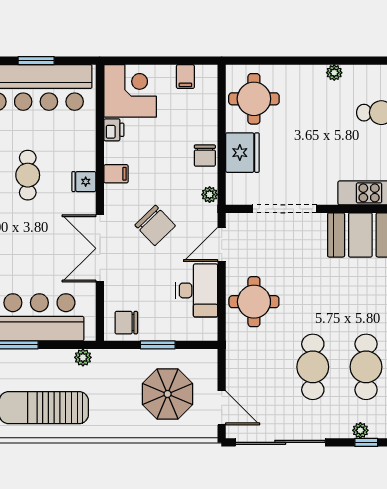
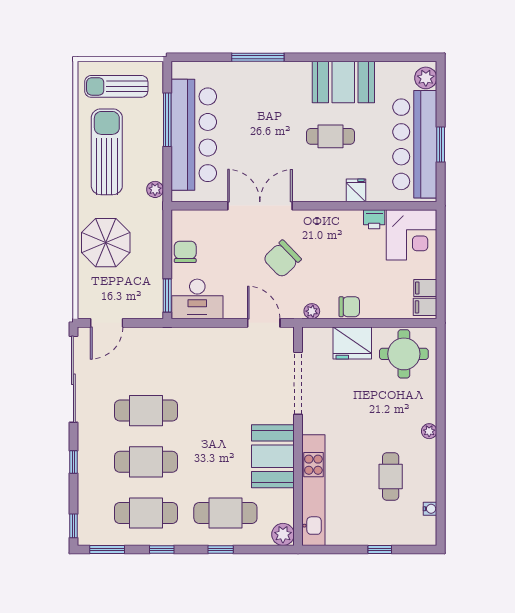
chair: (205, 156) -> (349, 307), turned 180
filing cabinet: (116, 174) -> (425, 307), moved, turned 90
fridge: (84, 182) -> (356, 190), moved
desk: (197, 290) -> (197, 299), moved
round table: (254, 302) -> (209, 354), removed
chair: (126, 323) -> (185, 252), moved
window: (158, 345) -> (167, 296), moved
parasol: (168, 394) -> (106, 243), moved
plant: (360, 430) -> (85, 456), removed

